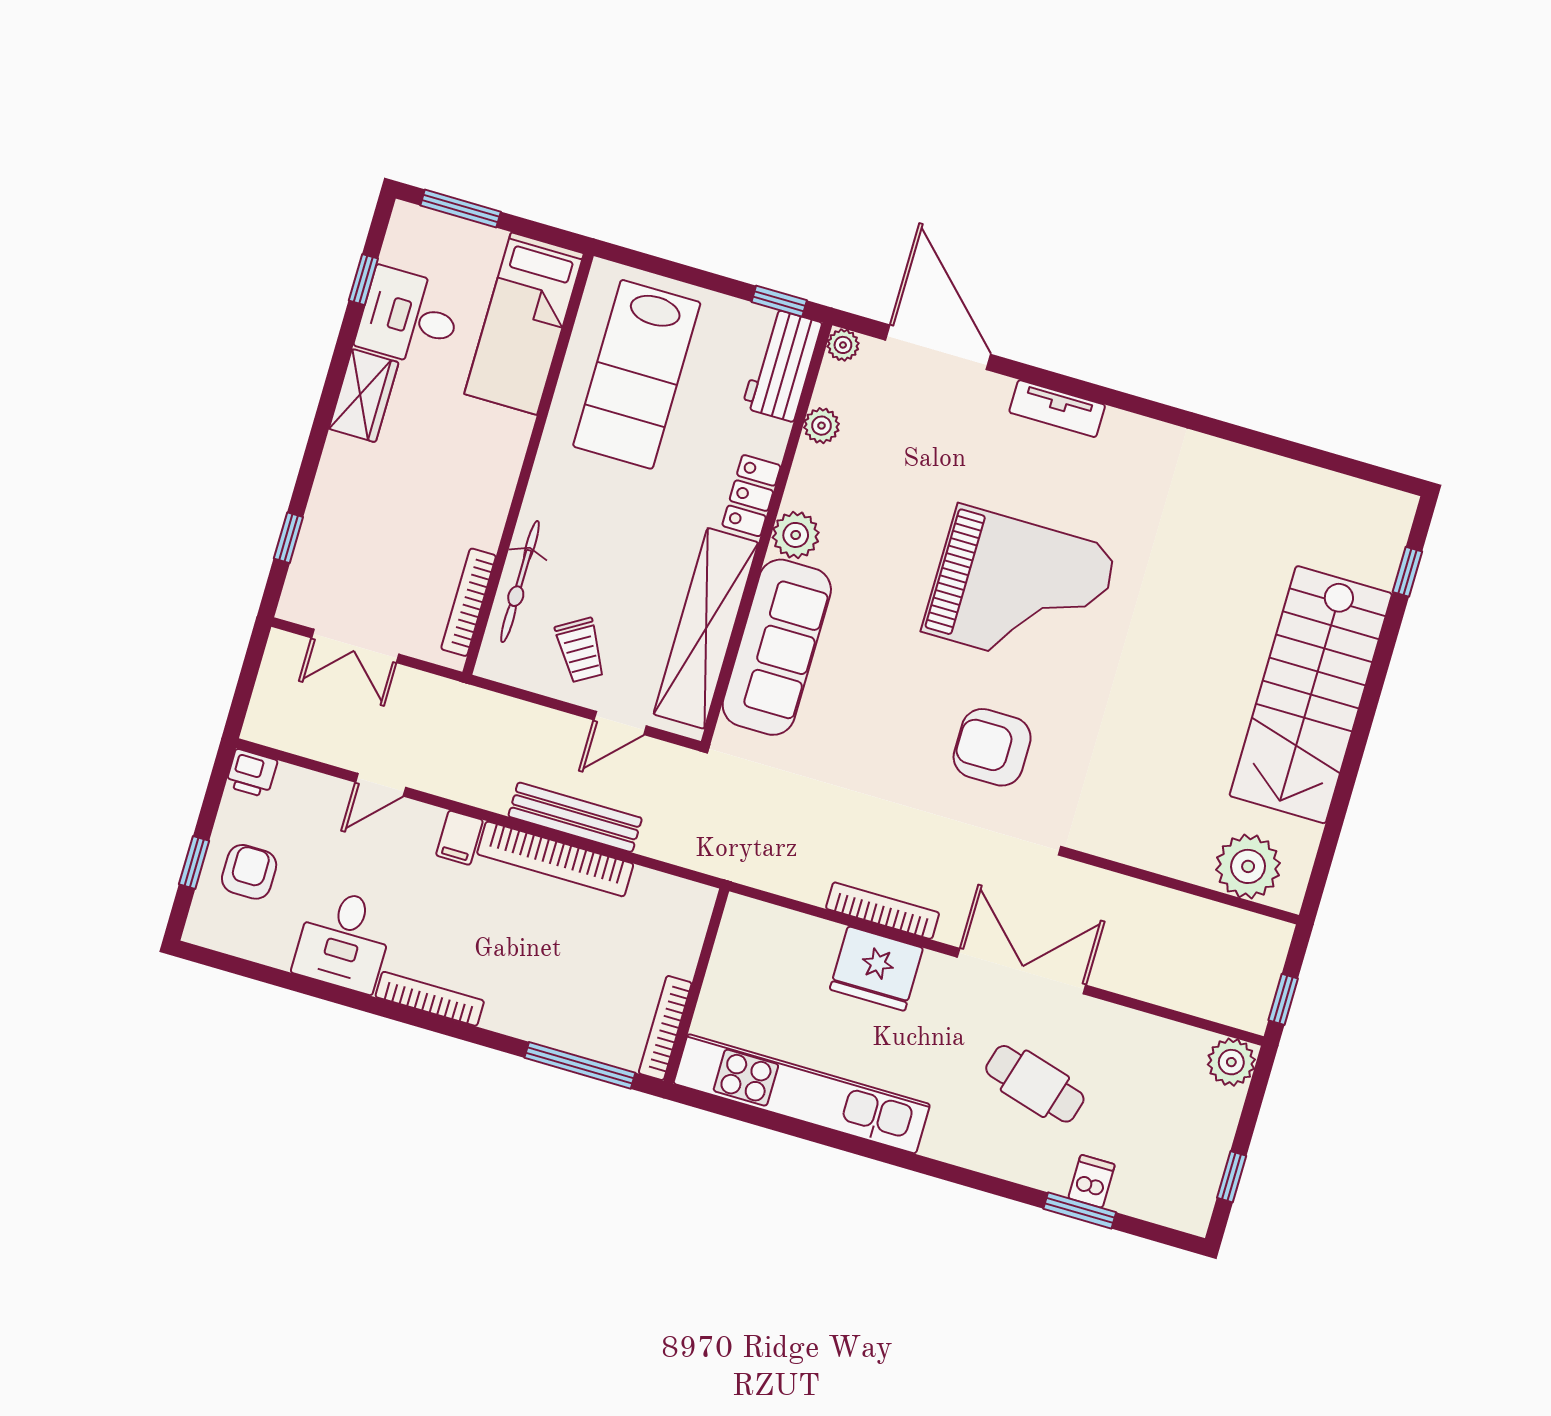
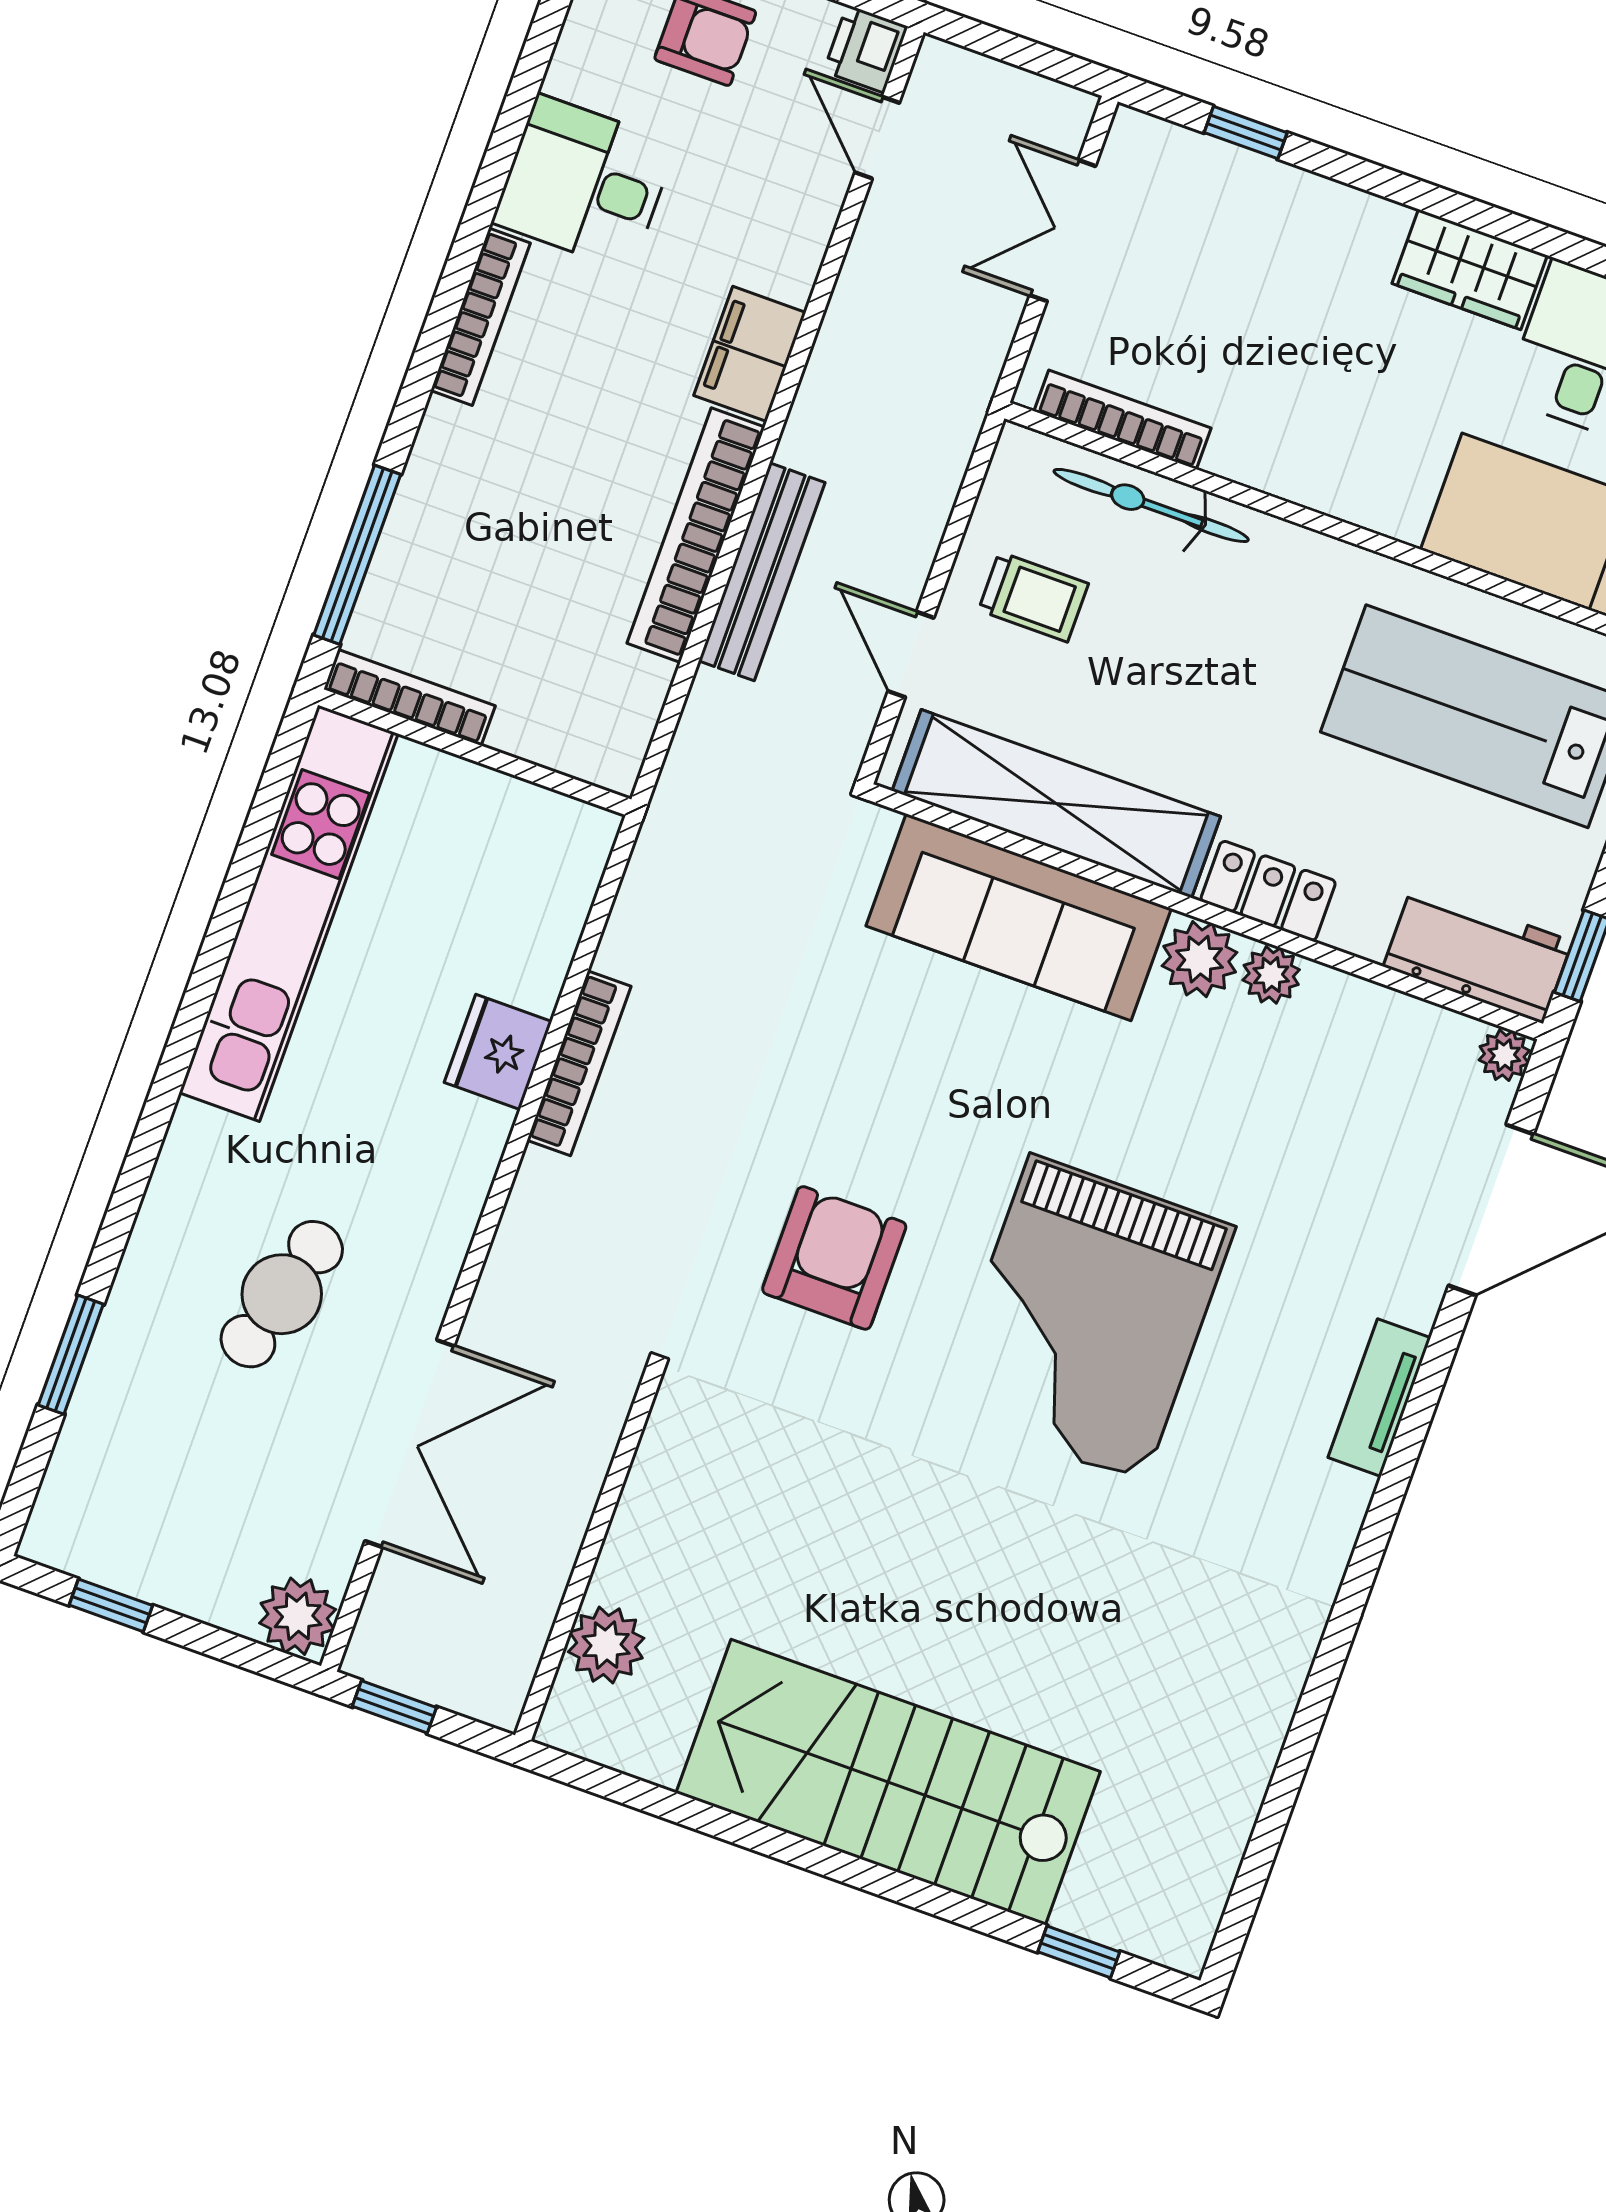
plant: (822, 426) -> (1271, 975), moved
trolley: (580, 650) -> (1033, 597), turned -149
door: (381, 785) -> (877, 138), moved
filing cabinet: (459, 838) -> (750, 354), width x2.00
plant: (1248, 866) -> (606, 1645), width x0.73, depth x0.73
fridge: (876, 969) -> (498, 1052), width x0.73, depth x0.75
double door: (1022, 971) -> (410, 1444), moved
dishwasher: (1092, 1181) -> (117, 1377), removed

